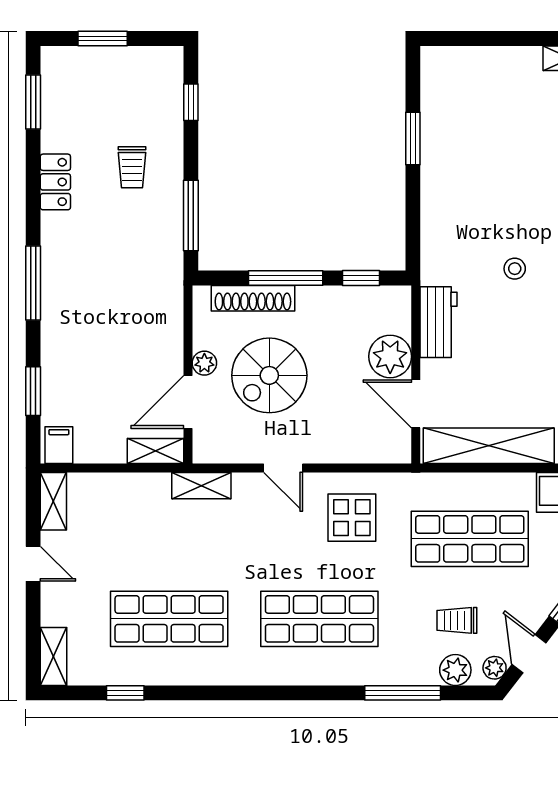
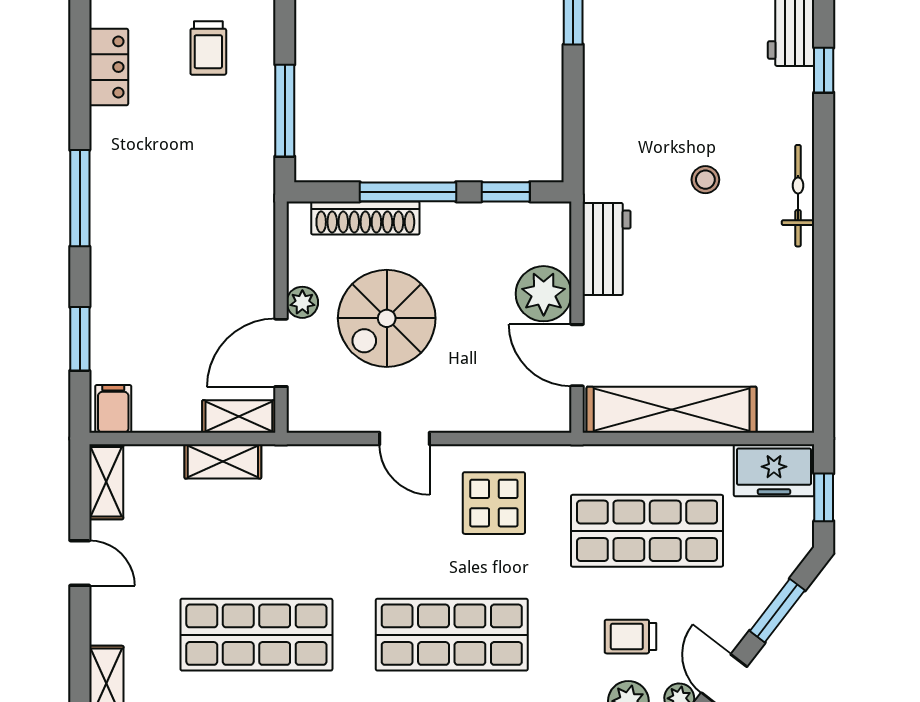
shelving: (201, 486) -> (223, 461), moved

